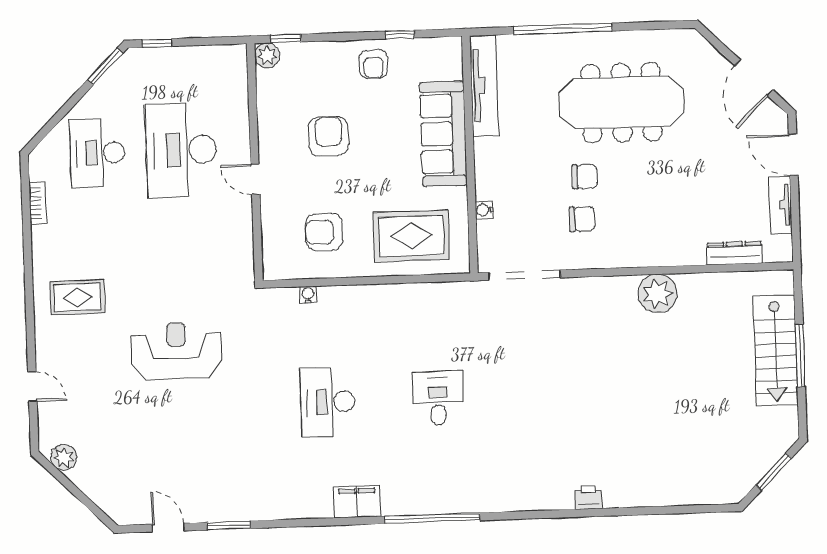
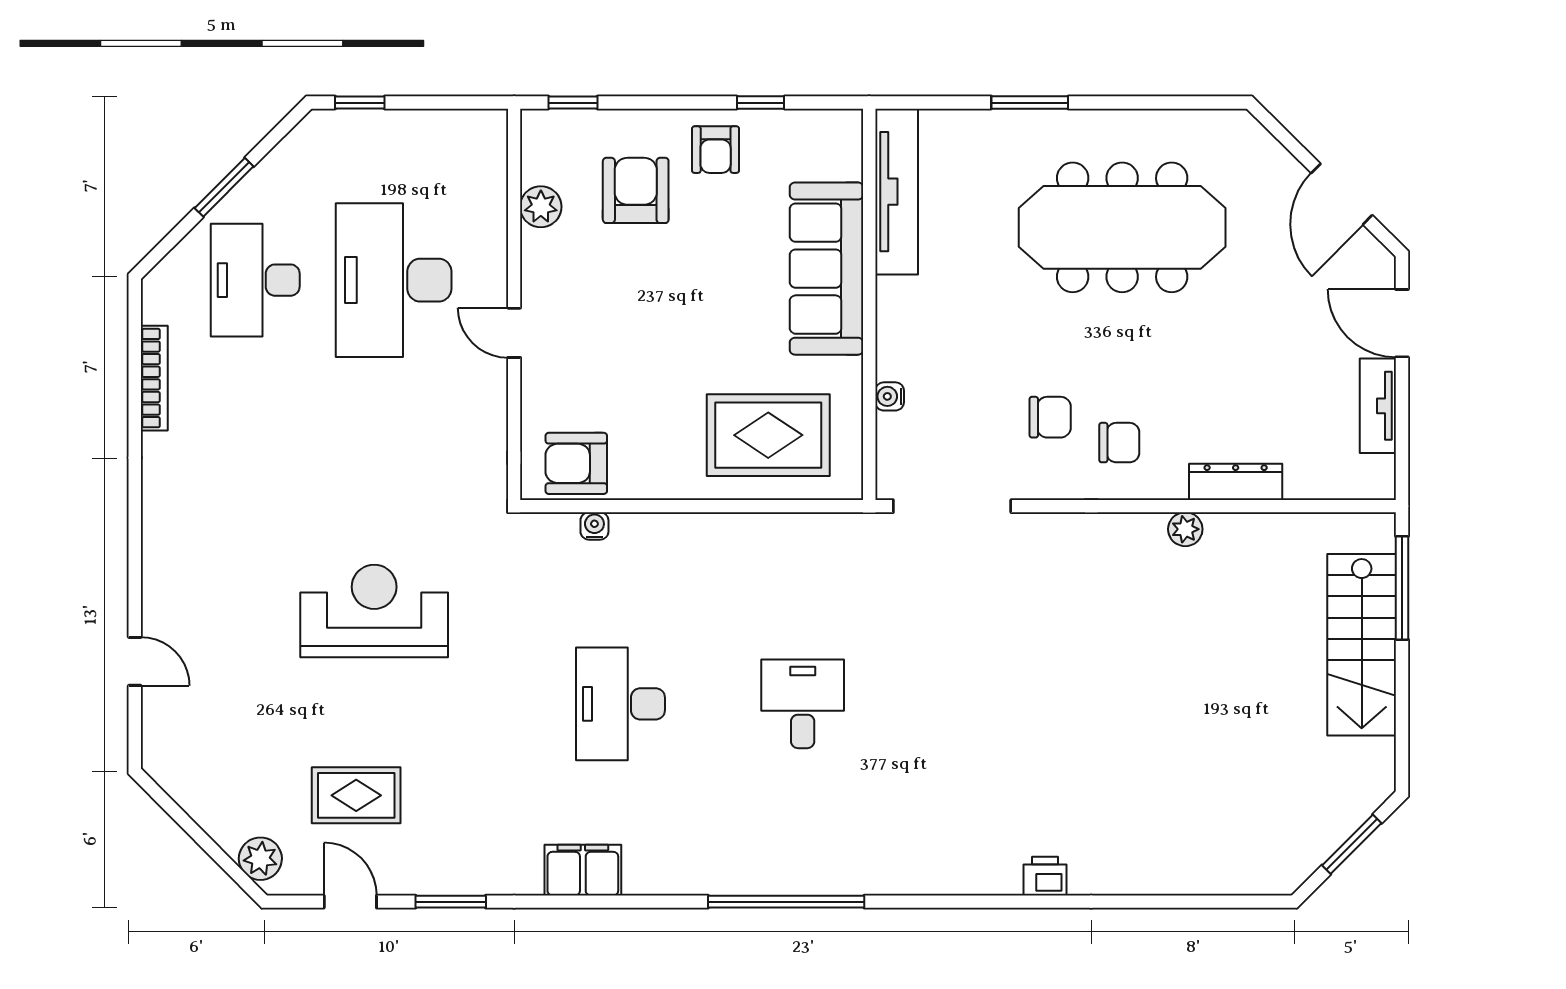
window: (563, 29) -> (1030, 103), width x0.47
plant: (267, 55) -> (541, 207), moved
window: (105, 67) -> (224, 187), moved
armchair: (328, 136) -> (636, 190), moved
chair: (585, 177) -> (1119, 443), moved
bookcase: (38, 203) -> (154, 378), width x1.56
armchair: (324, 232) -> (576, 463), moved
dresser: (735, 253) -> (1236, 482), moved
plant: (657, 294) -> (1185, 529), width x0.53, depth x0.53
rug: (77, 297) -> (356, 795), moved
window: (800, 356) -> (1402, 588), moved
plant: (64, 457) -> (260, 859), moved
filing cabinet: (357, 502) -> (583, 870), moved

